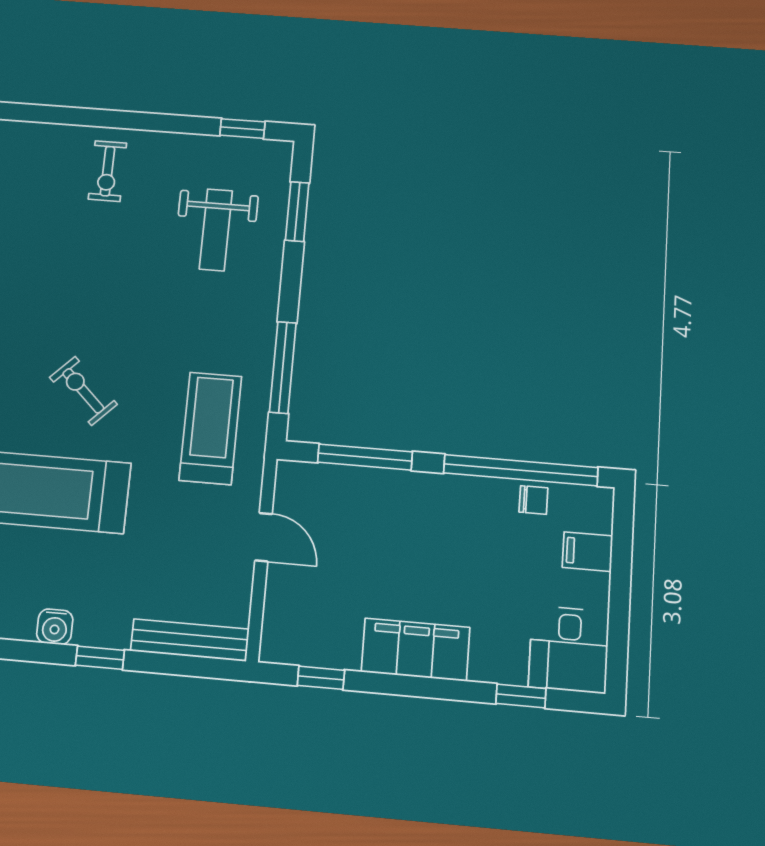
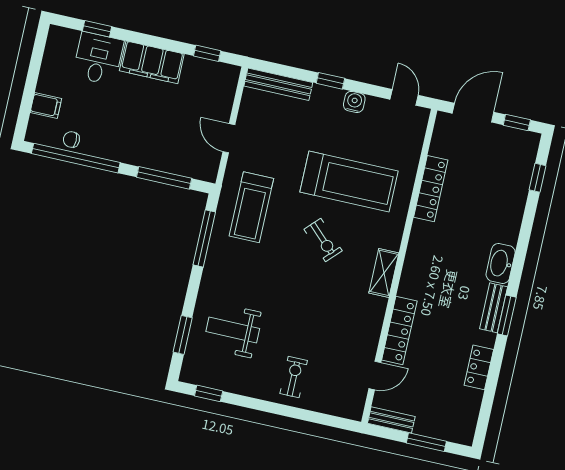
weight bench: (216, 230) -> (233, 330), turned -90
desk: (569, 649) -> (98, 59), moved

